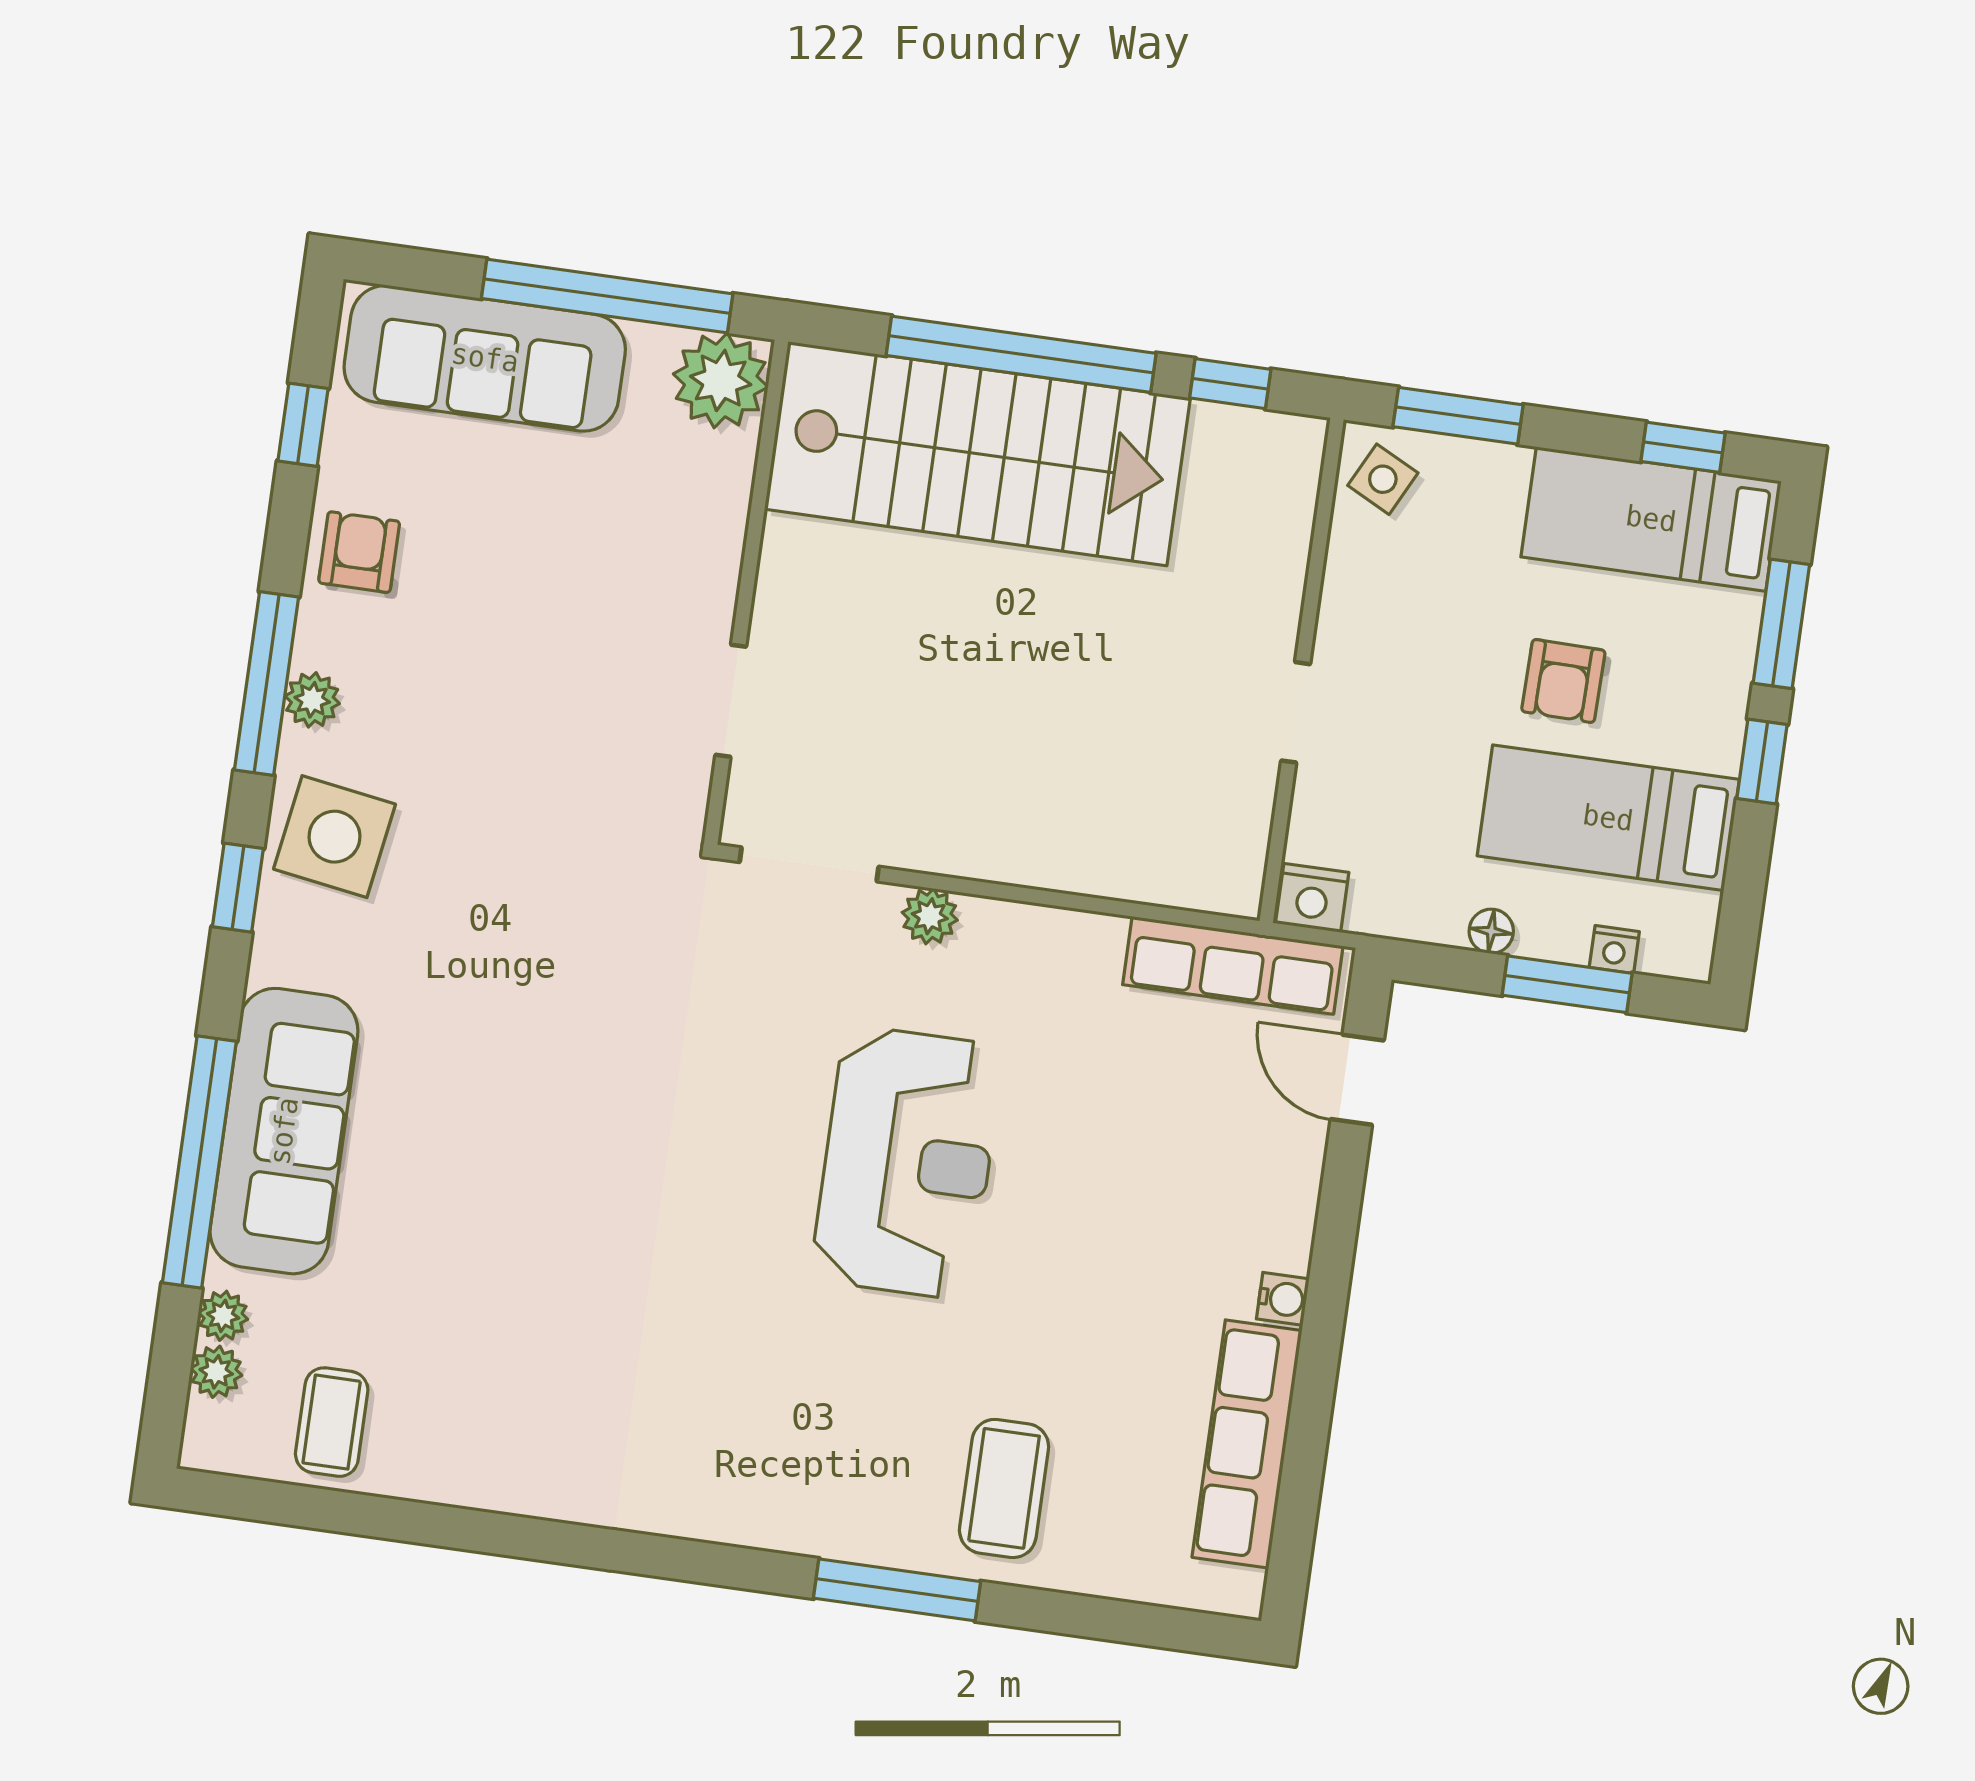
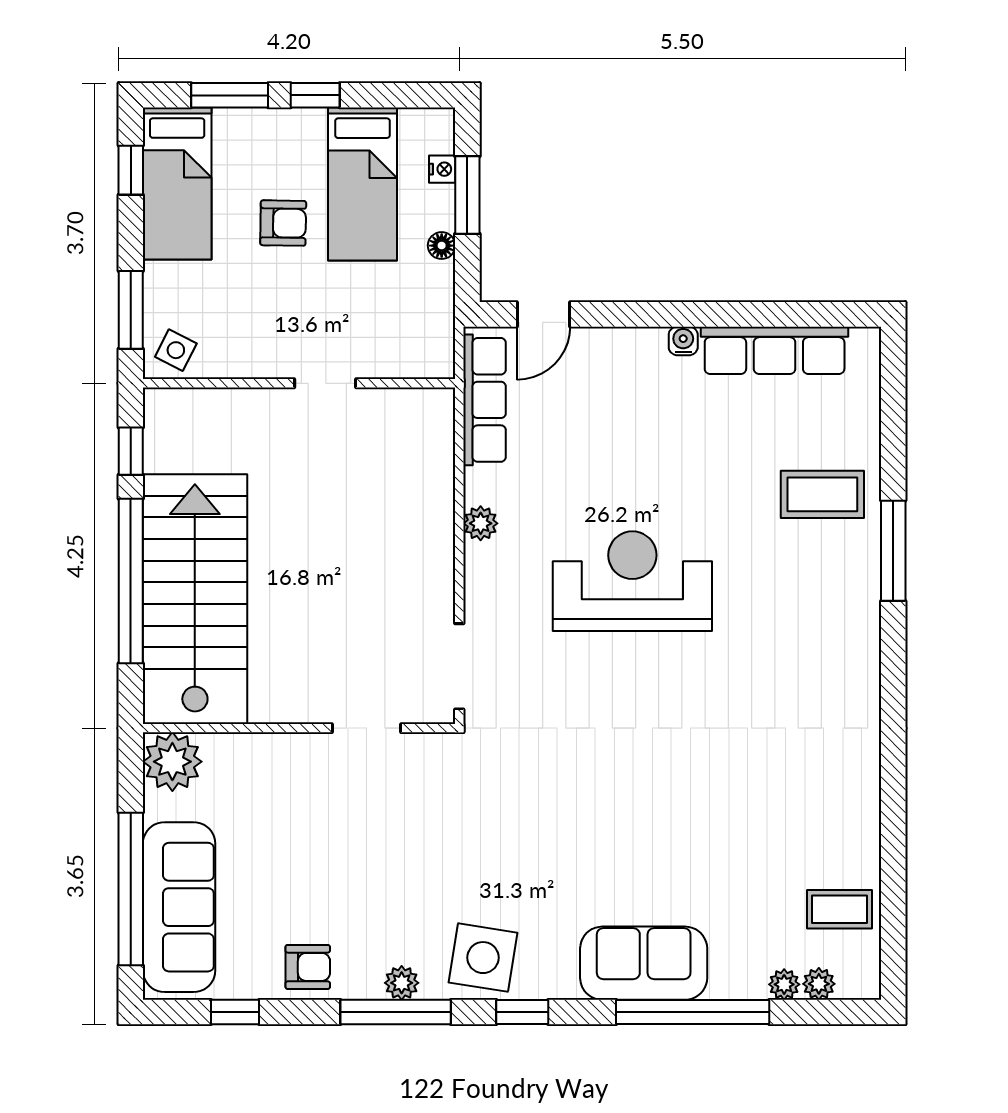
window: (607, 296) -> (131, 889), moved
armchair: (359, 552) -> (308, 967), turned 180
nightstand: (1312, 898) -> (437, 357), removed
plant: (930, 916) -> (481, 523), moved
sofa: (284, 1131) -> (644, 963), width x0.73

